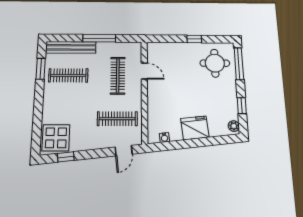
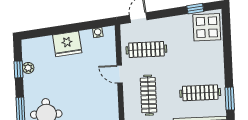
door: (144, 71) -> (120, 74), moved
plant: (234, 126) -> (28, 68), moved

